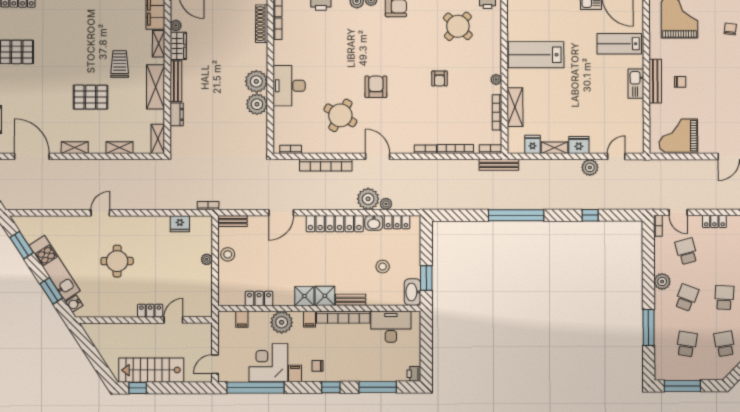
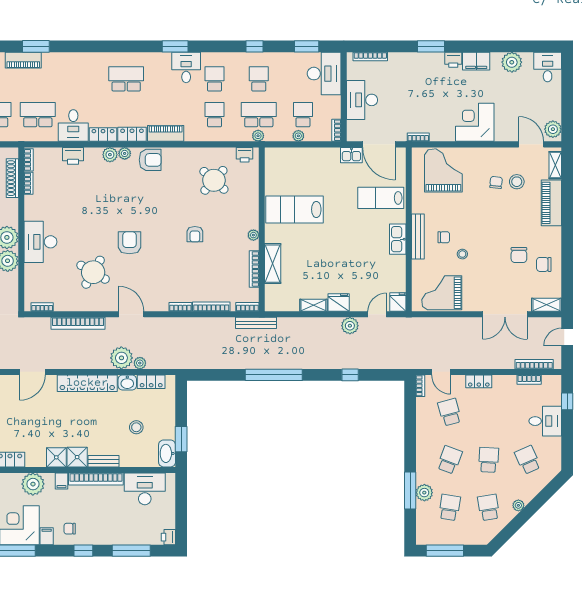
stool: (698, 98) -> (462, 254), added
fridge: (533, 144) -> (398, 302), moved
plant: (662, 281) -> (424, 493), moved

